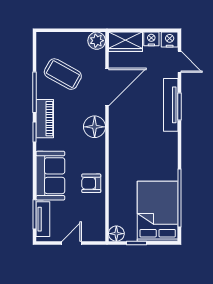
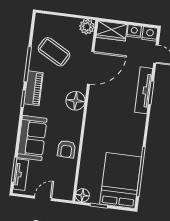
armchair: (91, 183) -> (66, 149), turned -89

